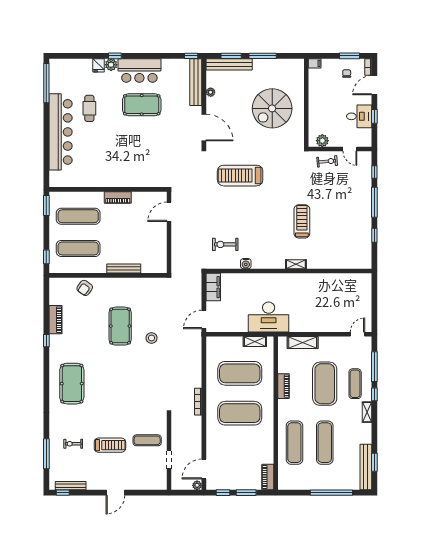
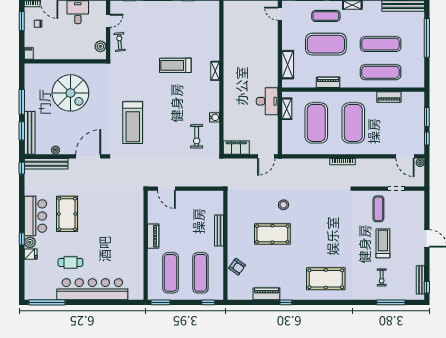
desk: (269, 317) -> (267, 101), width x0.73, depth x0.77
door: (204, 319) -> (266, 156), hinge flipped
piano: (268, 477) -> (389, 97), moved

